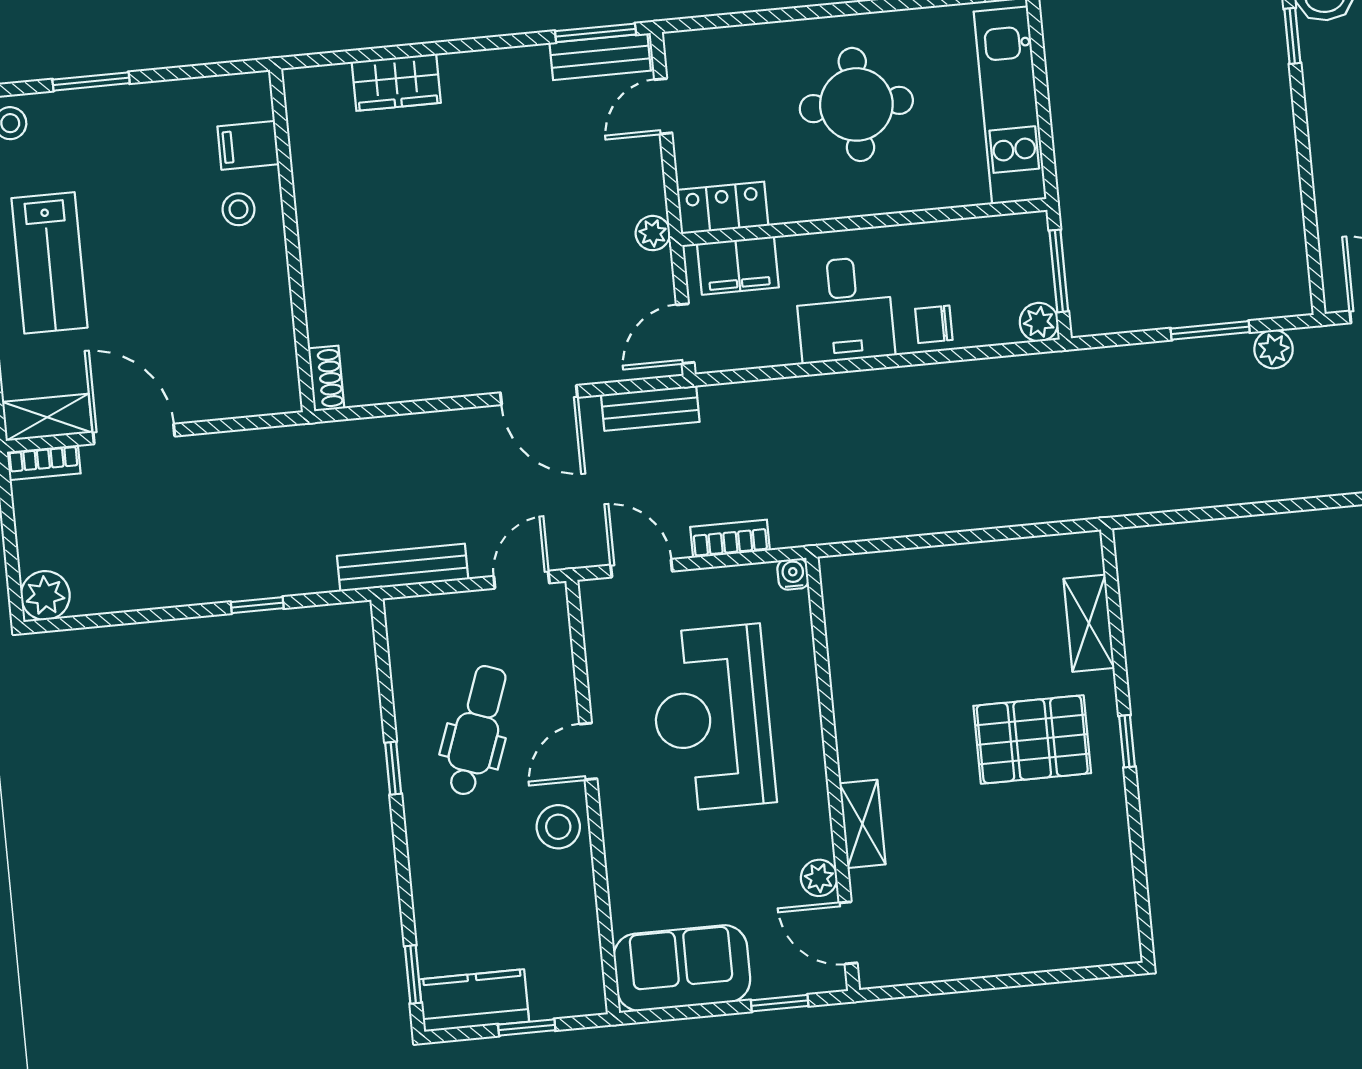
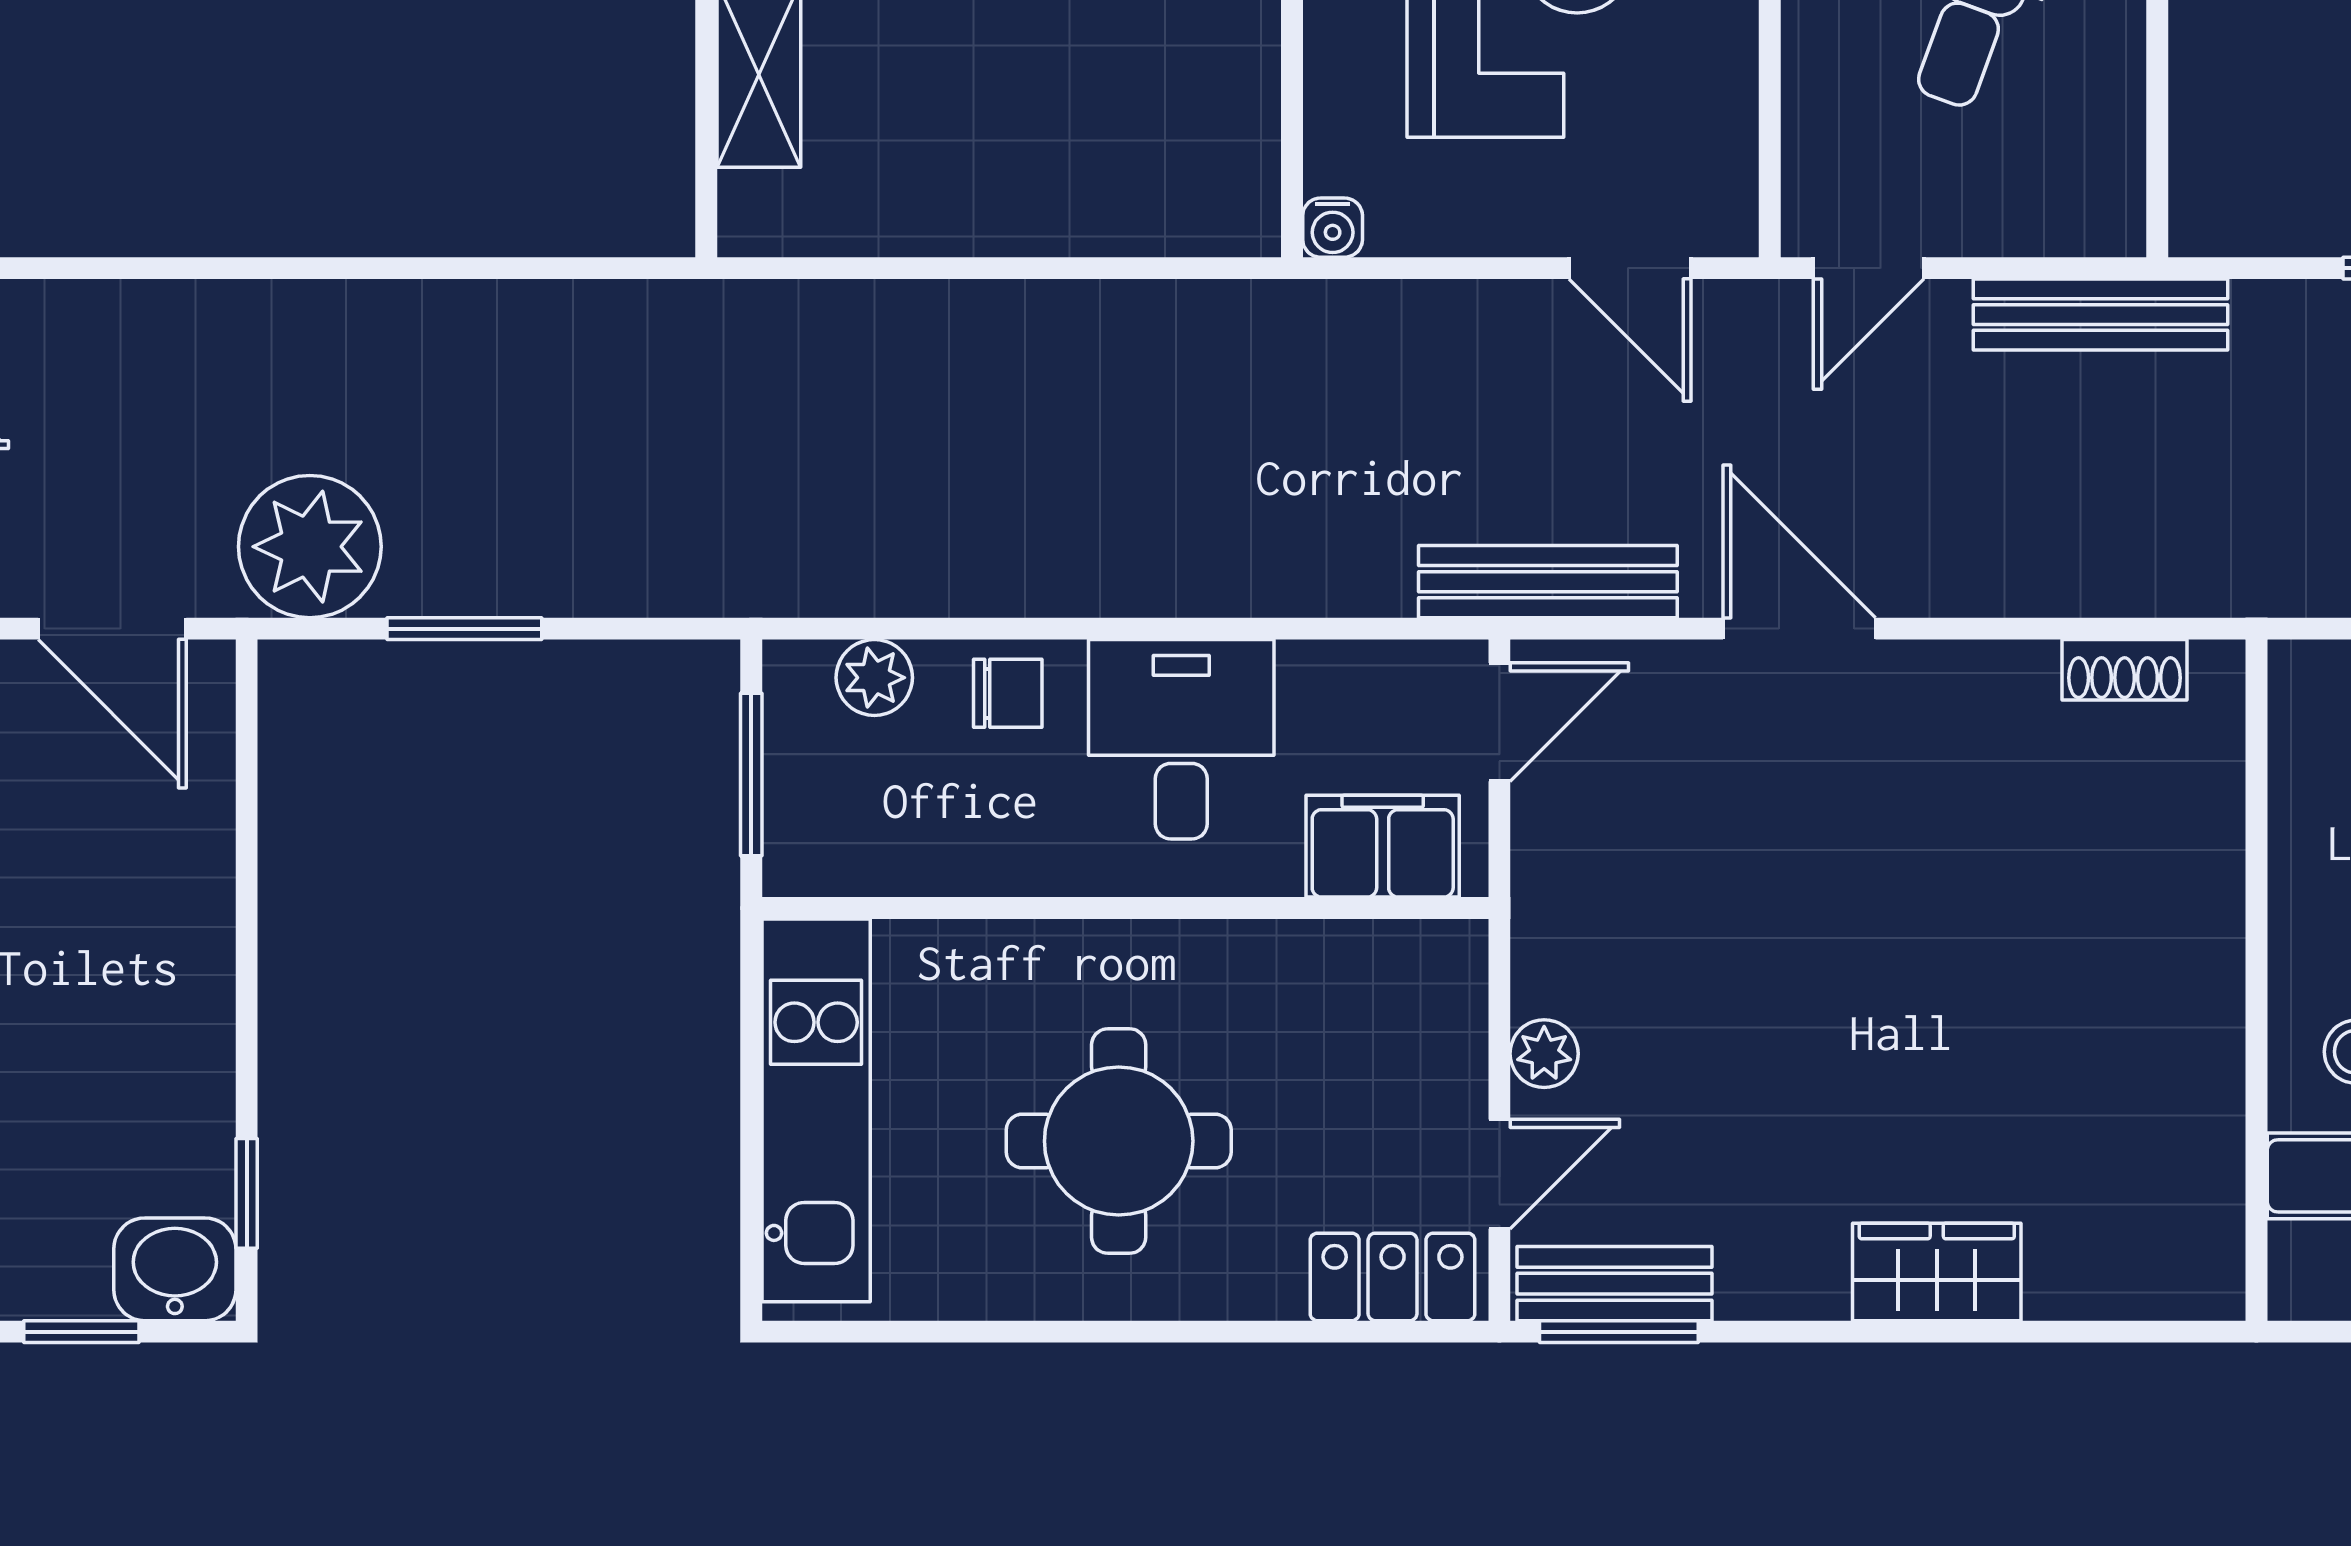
wardrobe: (396, 82) -> (1937, 1272), moved
locker: (723, 208) -> (1393, 1277), moved, turned 180
plant: (653, 233) -> (1544, 1054), moved
plant: (1039, 322) -> (874, 678), moved
plant: (1274, 349) -> (310, 547), width x1.88, depth x1.88
shoe rack: (326, 378) -> (2125, 670), moved, turned -90
bench: (650, 408) -> (1548, 582), width x1.36
bookcase: (730, 539) -> (1450, 310), removed

